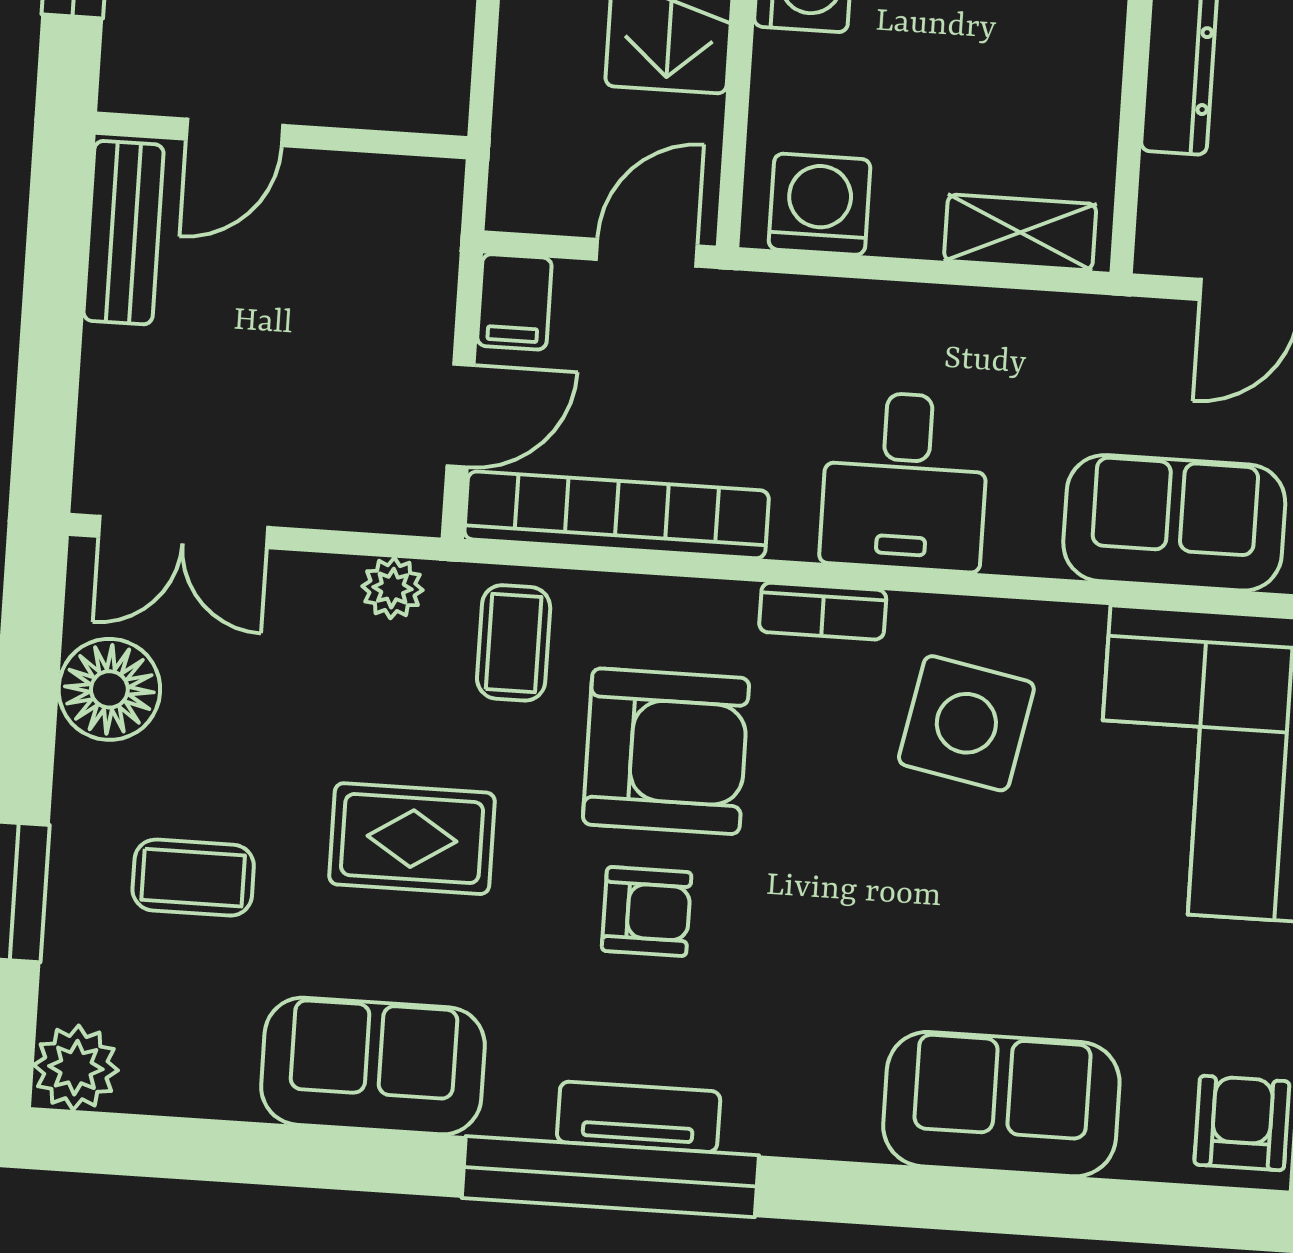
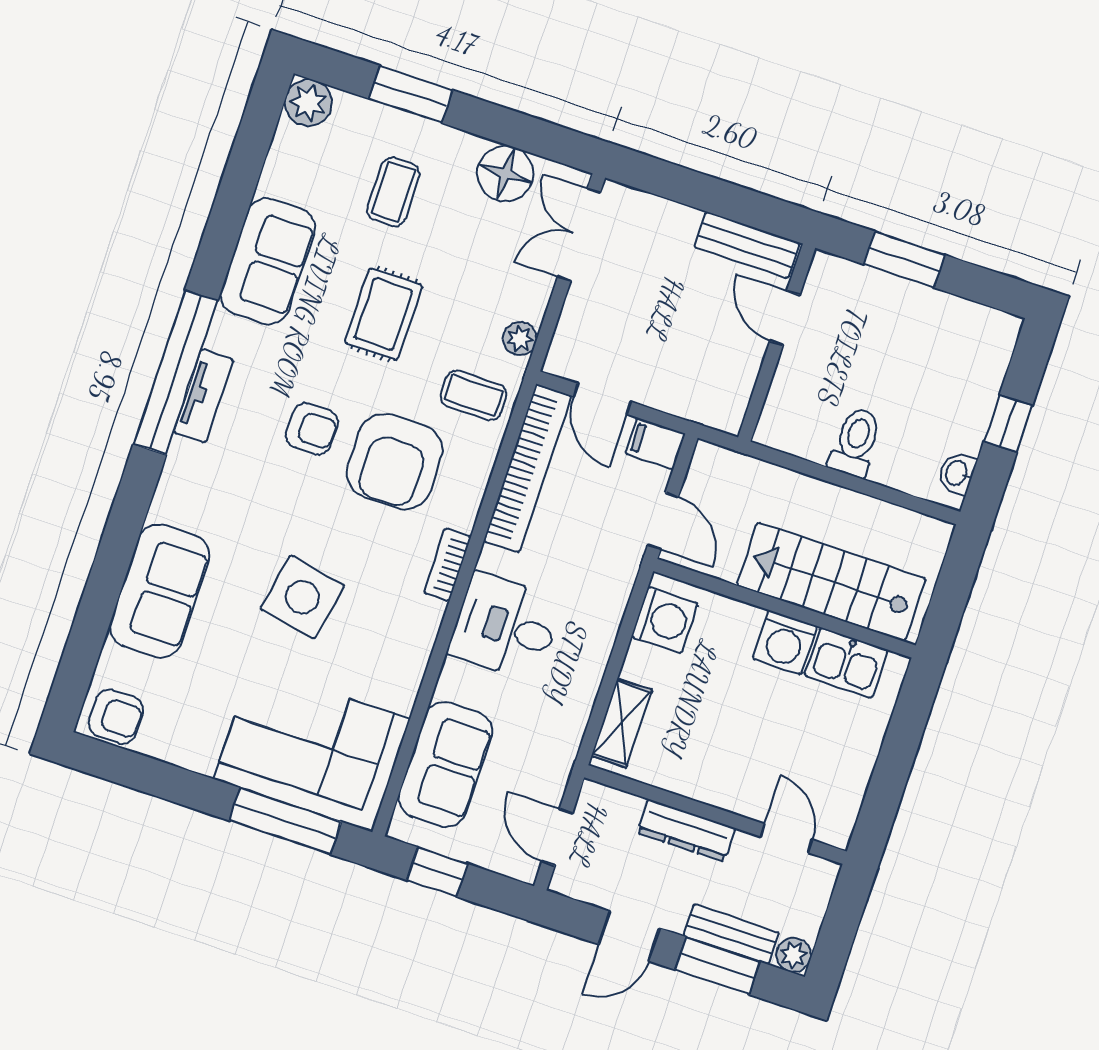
side table: (966, 723) -> (302, 597), moved
armchair: (647, 912) -> (312, 429), turned -90

